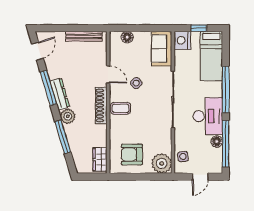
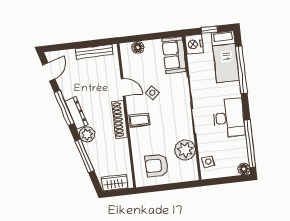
window: (226, 89) -> (241, 70), moved
floor lamp: (217, 141) -> (244, 169), moved
wardrobe: (100, 160) -> (115, 183), moved, turned 90
plant: (162, 163) -> (185, 150), moved
door: (200, 177) -> (228, 180), removed

